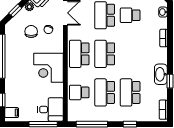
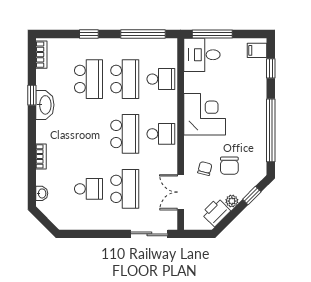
school desk: (79, 54) -> (161, 134), width x0.54

